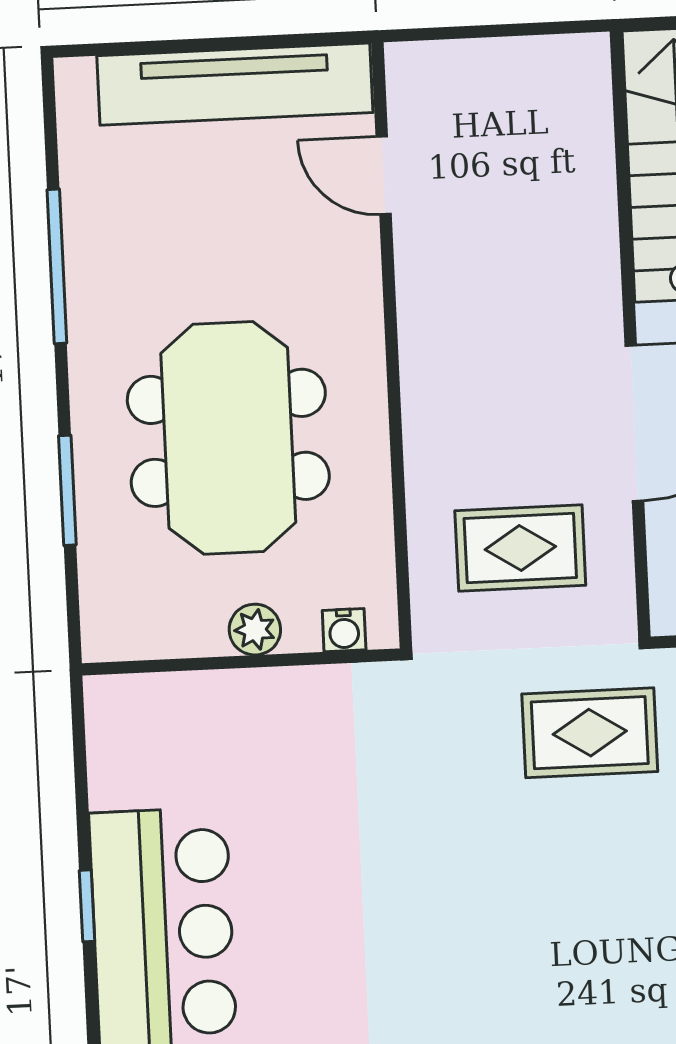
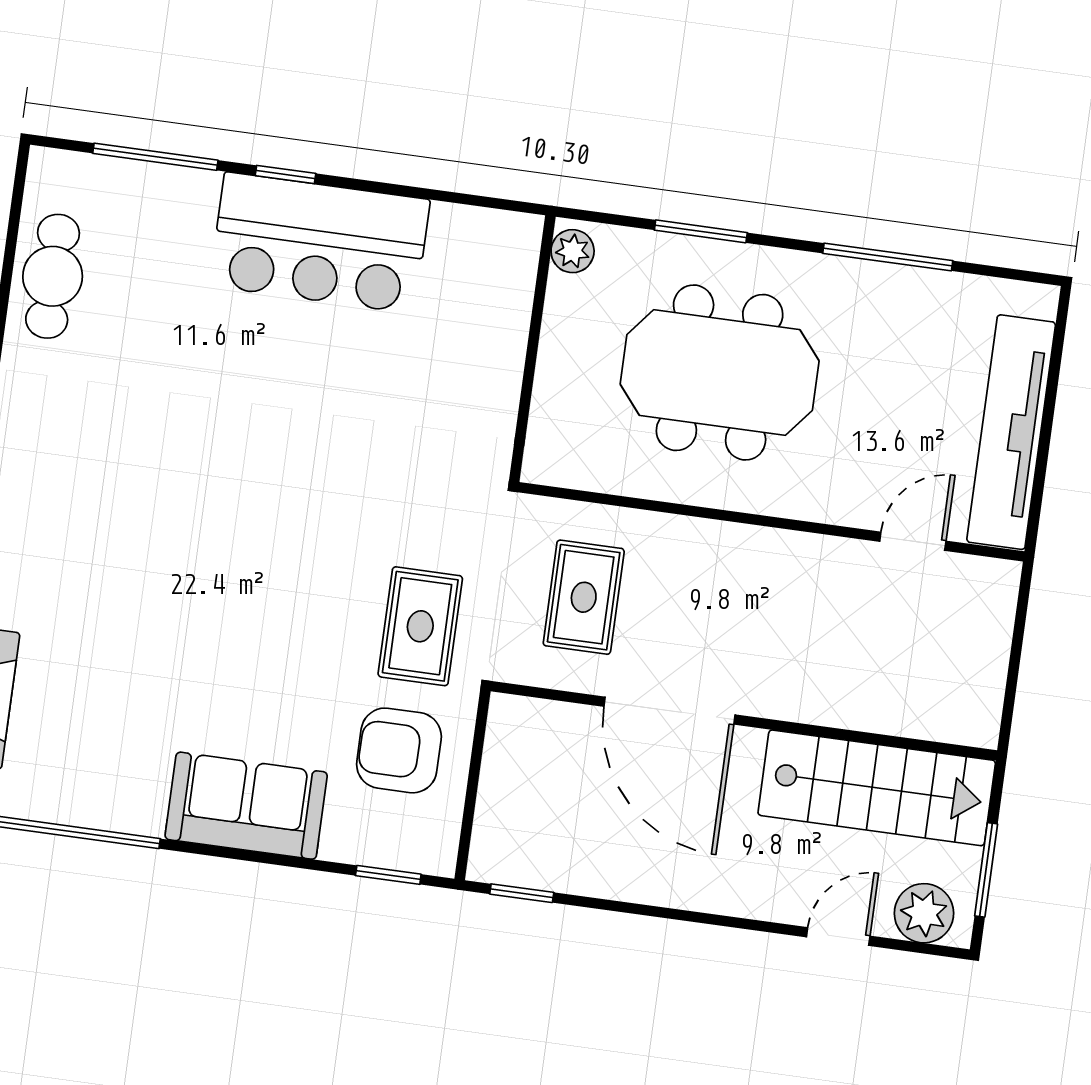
plant: (255, 630) -> (573, 251), moved
water cooler: (344, 630) -> (543, 439), removed
window: (87, 906) -> (286, 174), moved

